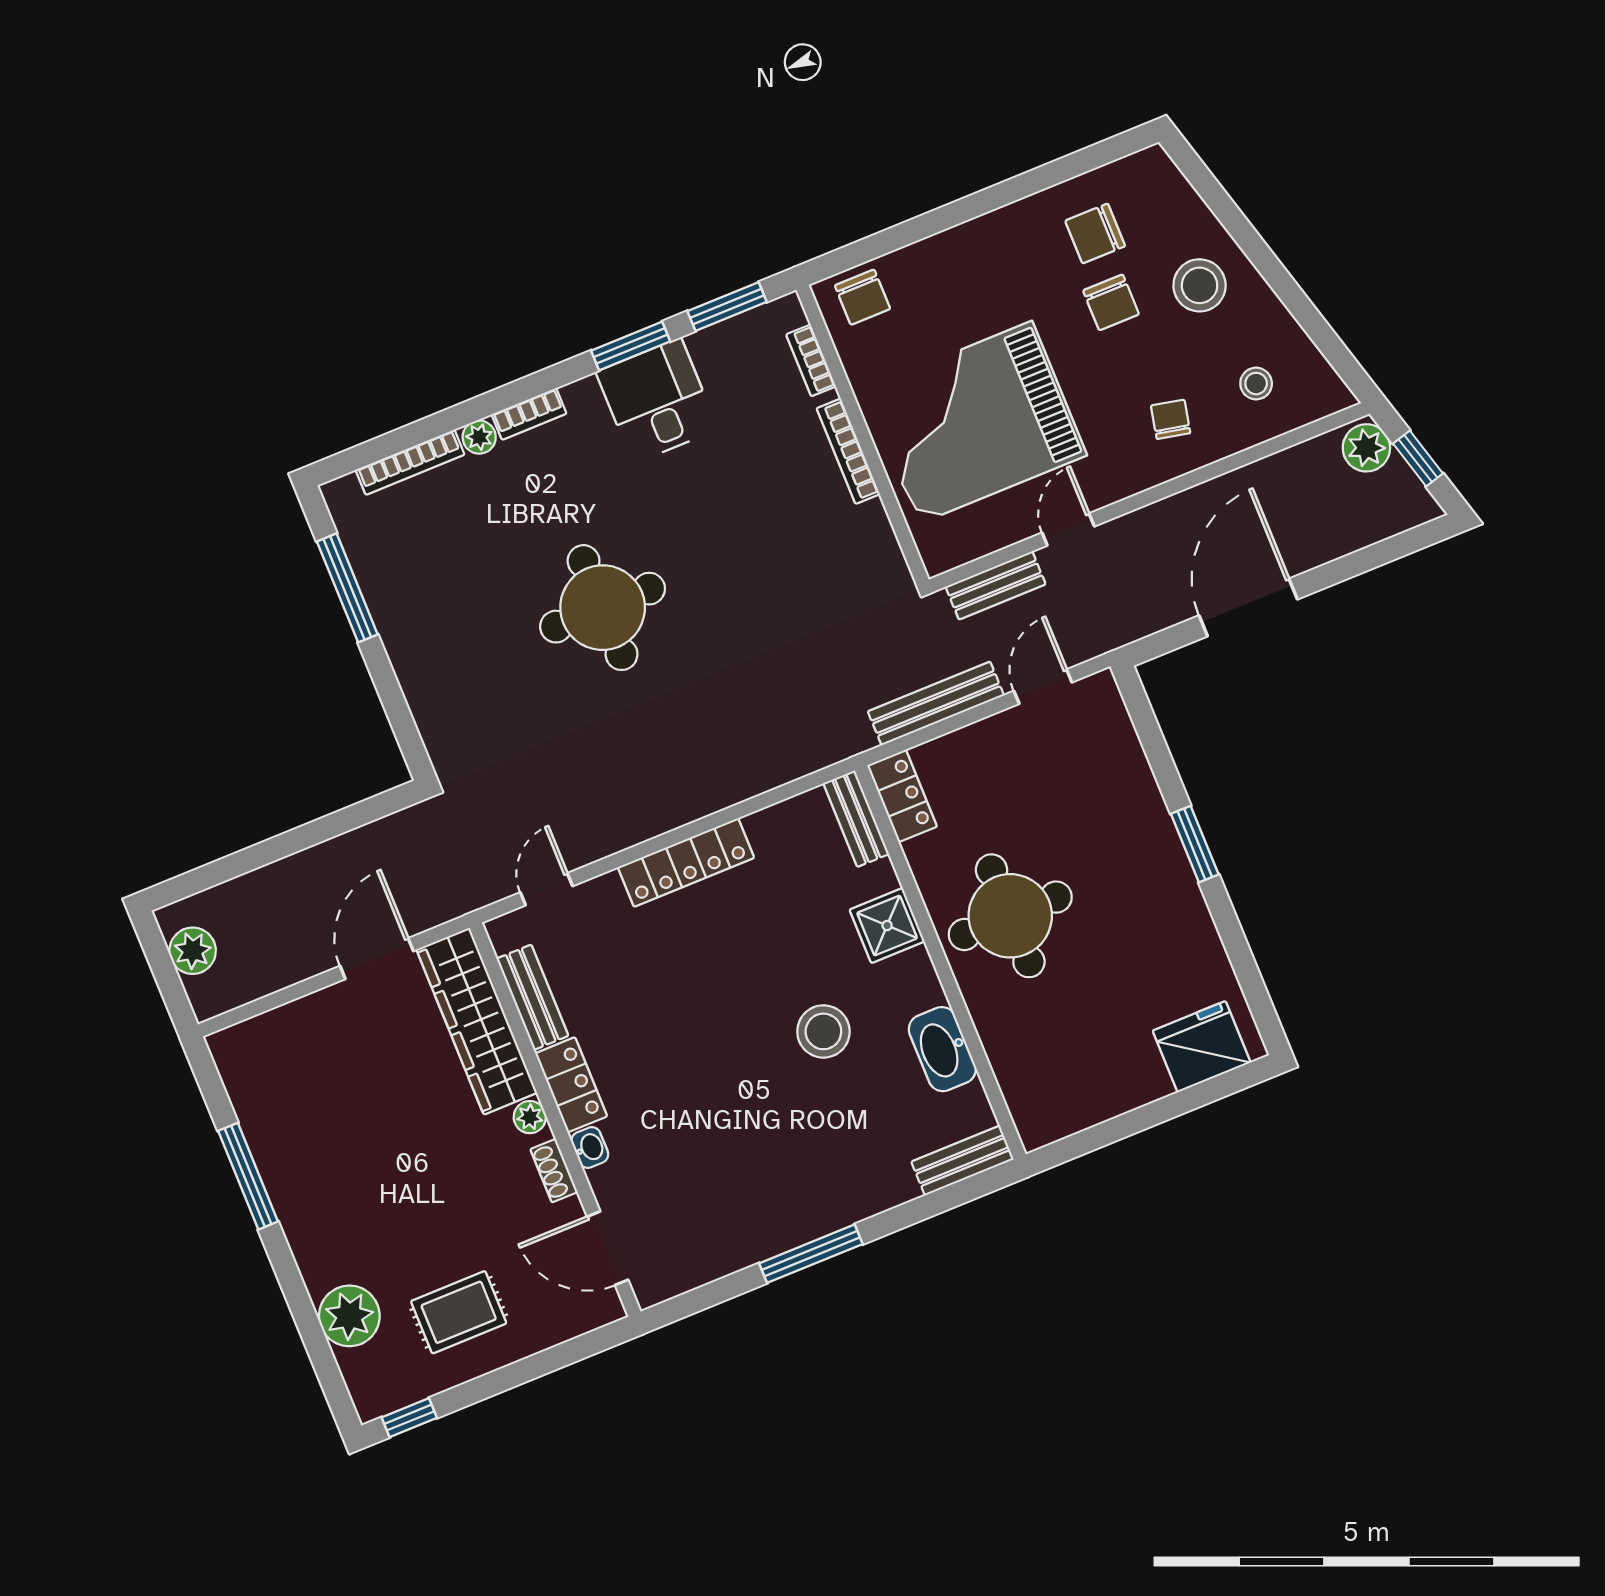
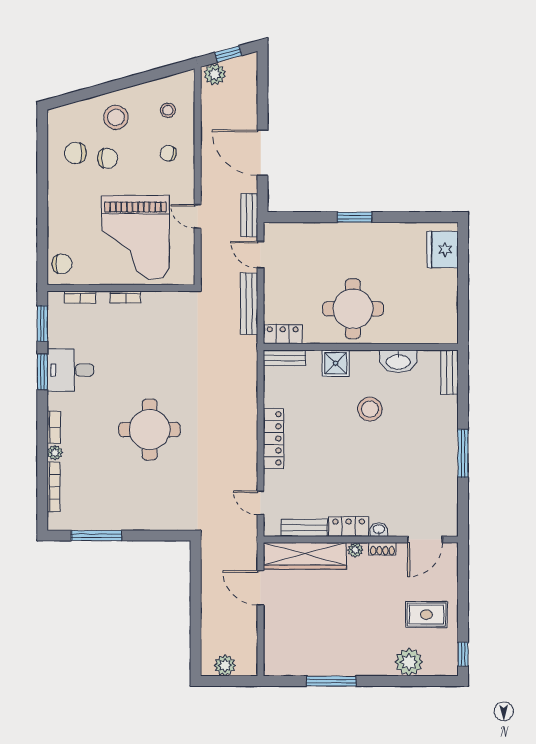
chair: (1095, 233) -> (75, 153), turned 90
bookcase: (848, 451) -> (126, 297), width x0.64
bench: (996, 586) -> (249, 215), moved
rug: (459, 1312) -> (426, 615), turned 90

